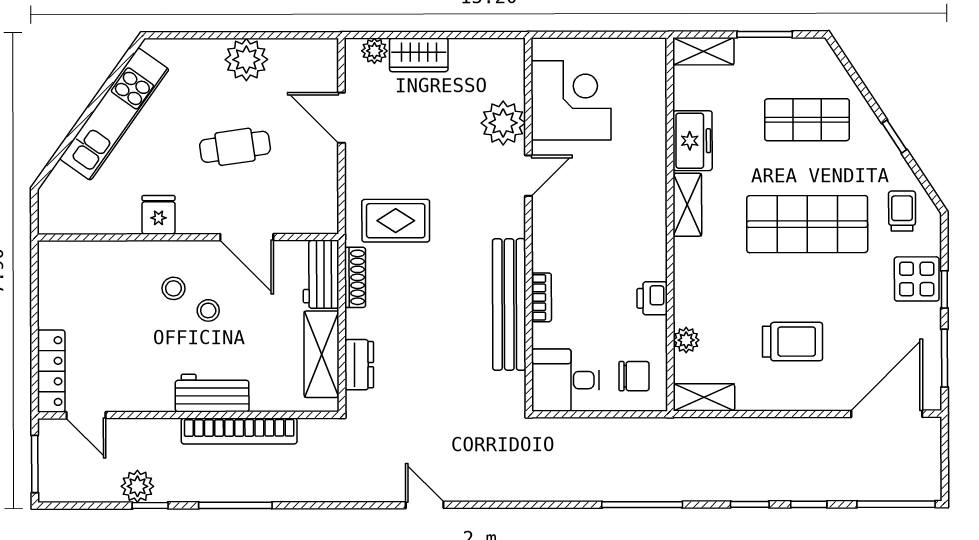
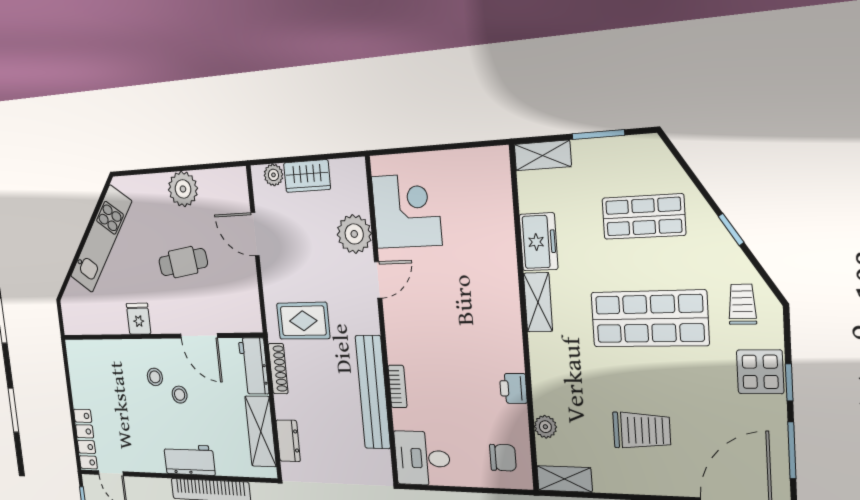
corner desk: (571, 100) -> (407, 211), moved
plant: (503, 123) -> (354, 234), moved
door: (528, 176) -> (378, 280), moved
wall: (528, 225) -> (382, 323), moved
bookcase: (541, 297) -> (397, 386), moved
bench: (509, 304) -> (373, 392), moved
desk: (565, 380) -> (422, 458), moved

